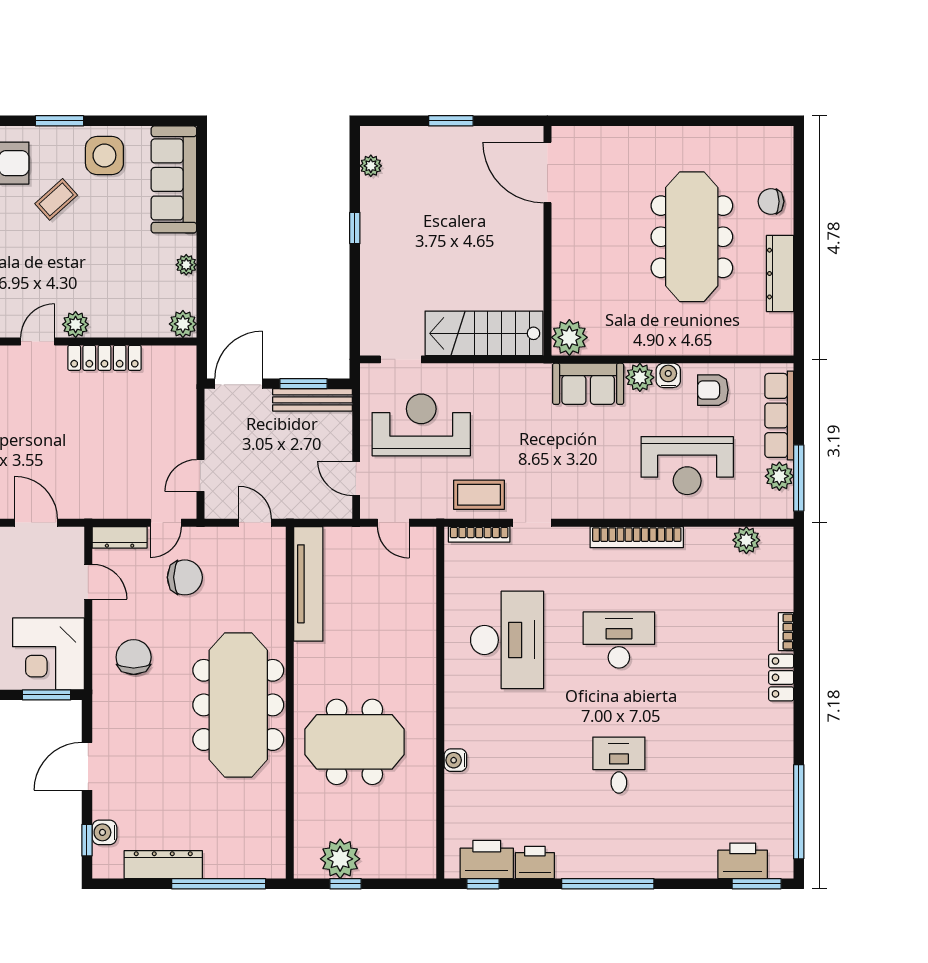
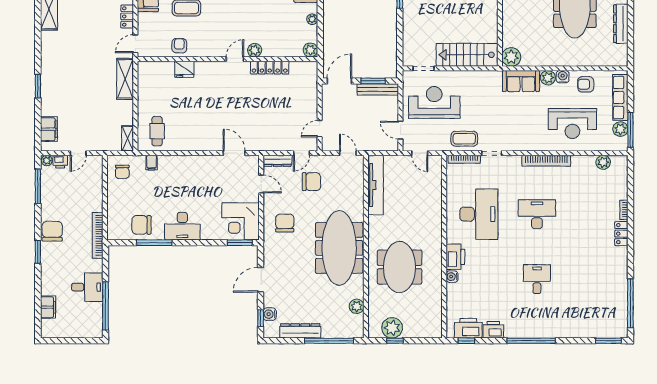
meeting table: (354, 742) -> (400, 267), turned 90
plant: (272, 817) -> (357, 306), added
printer: (743, 861) -> (455, 257), moved, turned 90

